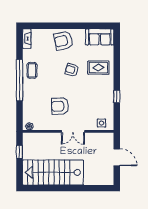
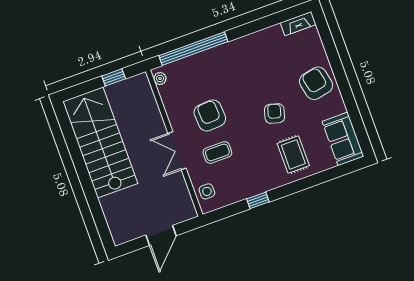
coffee table: (32, 70) -> (217, 152), moved
window: (20, 80) -> (193, 49), moved

